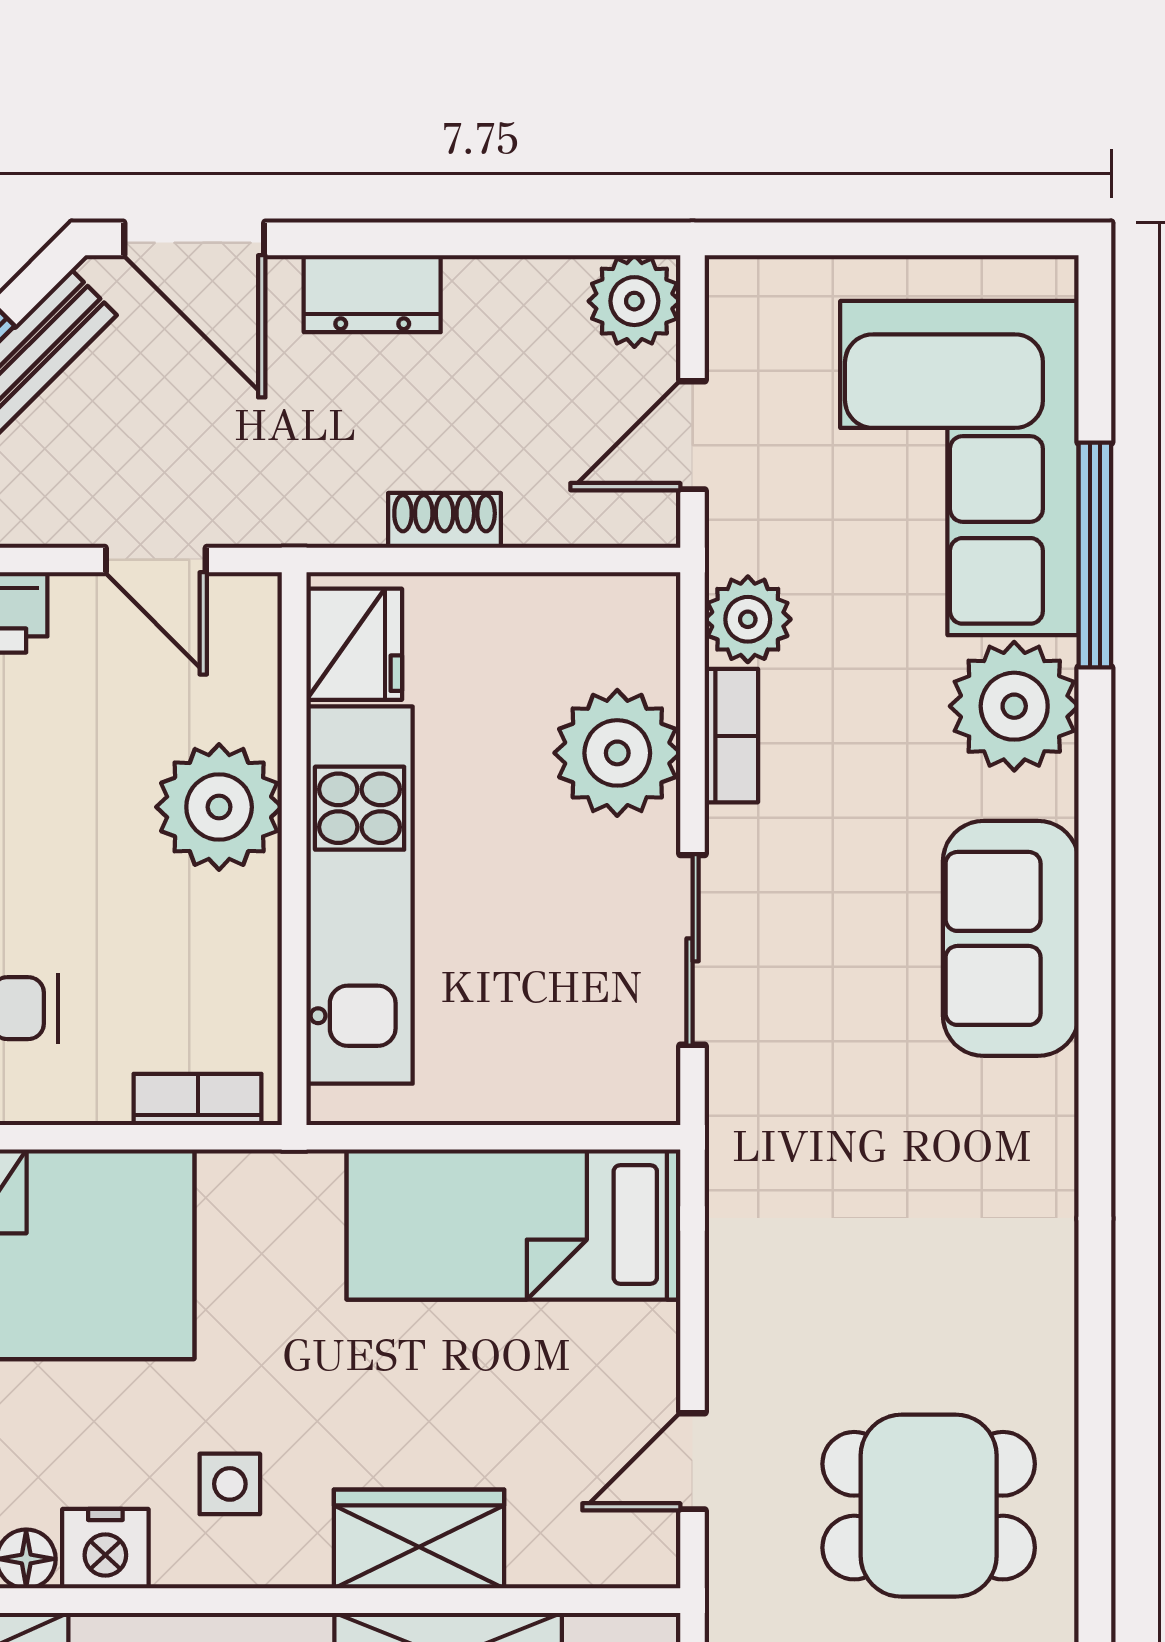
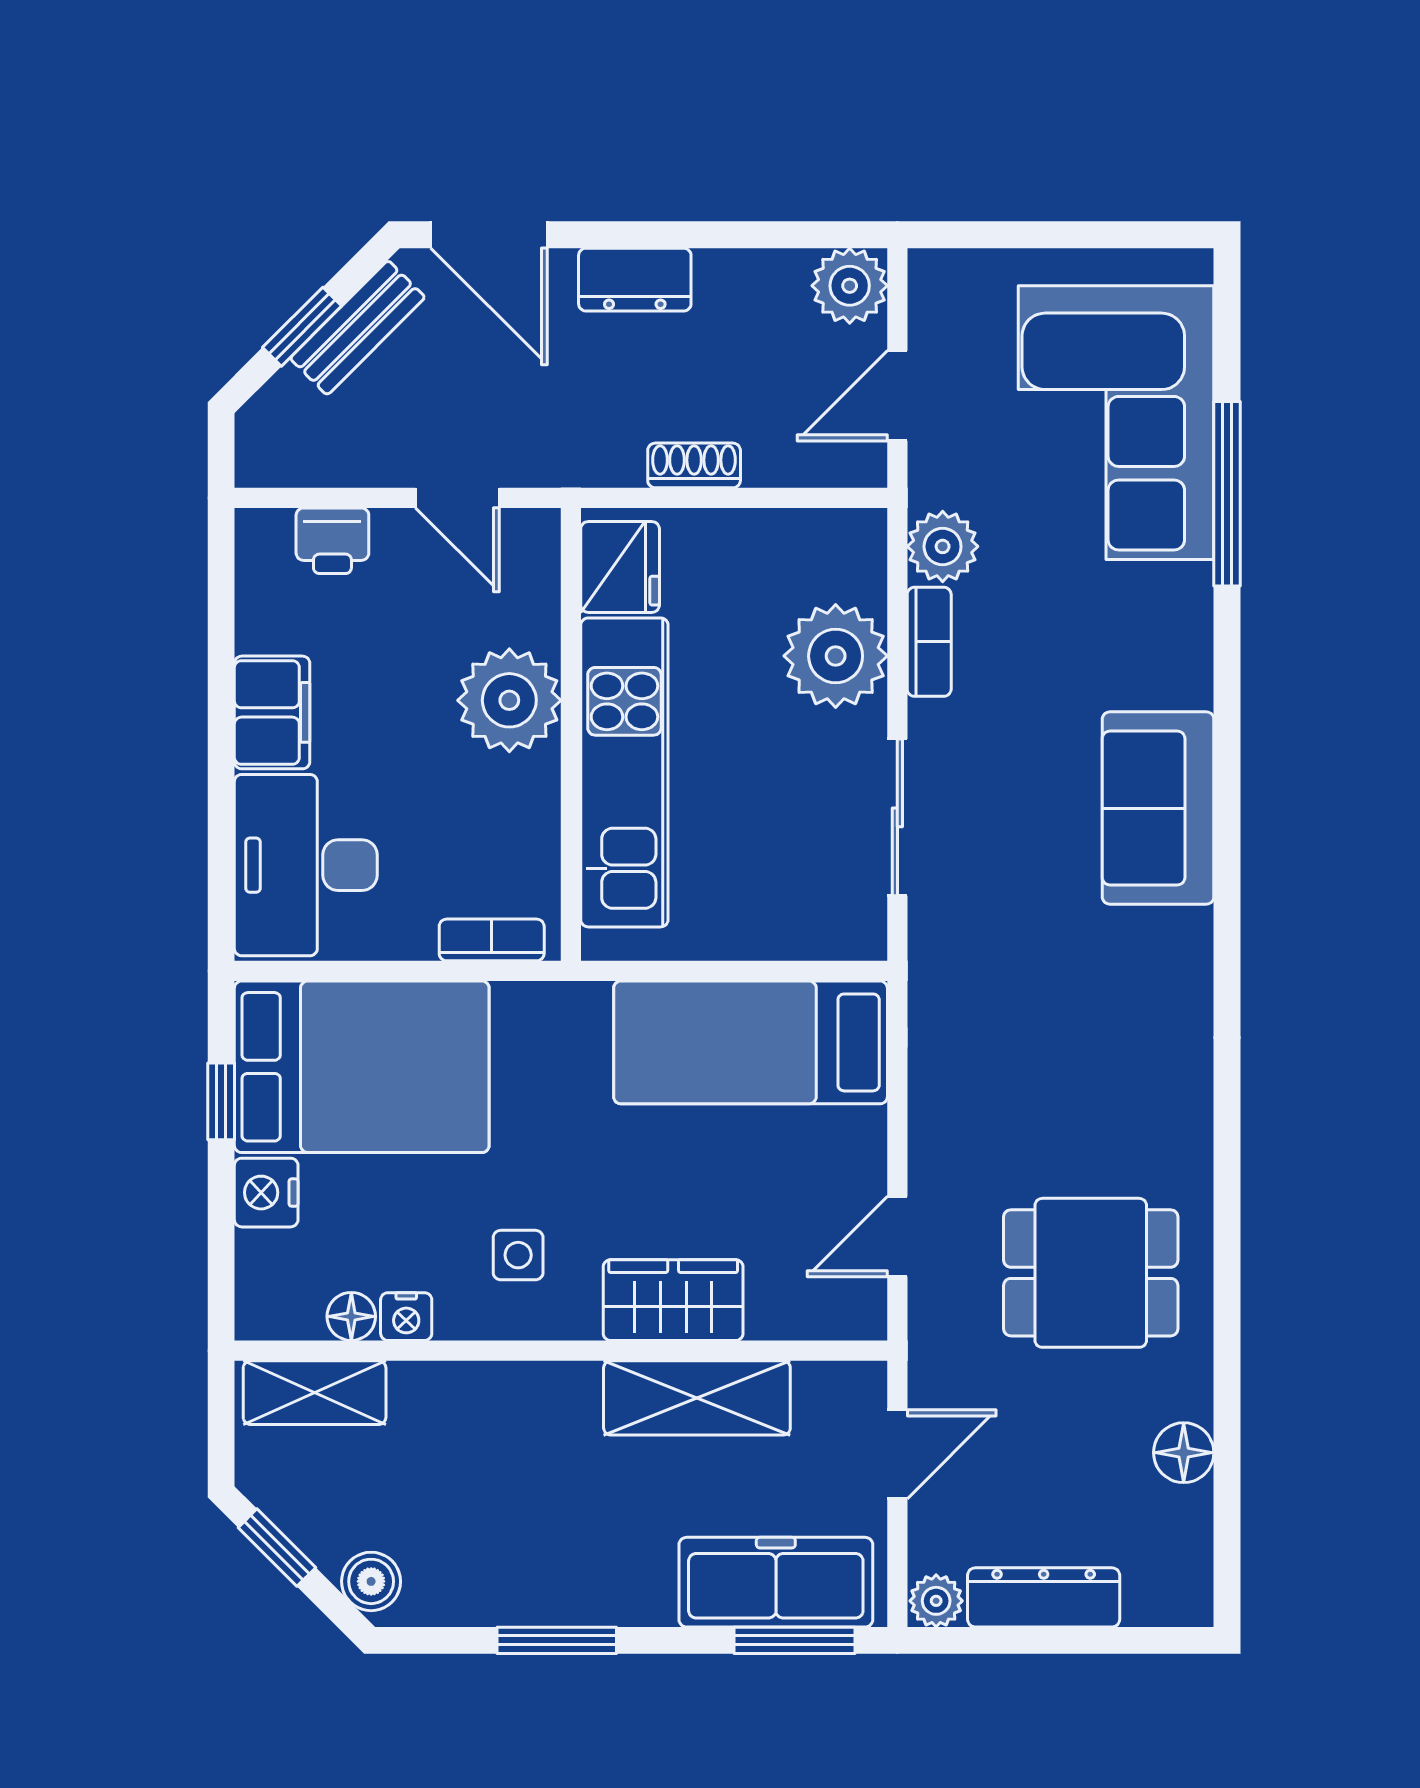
plant: (1014, 706) -> (1161, 618), removed
nightstand: (105, 1549) -> (406, 1317), width x0.72, depth x0.74

